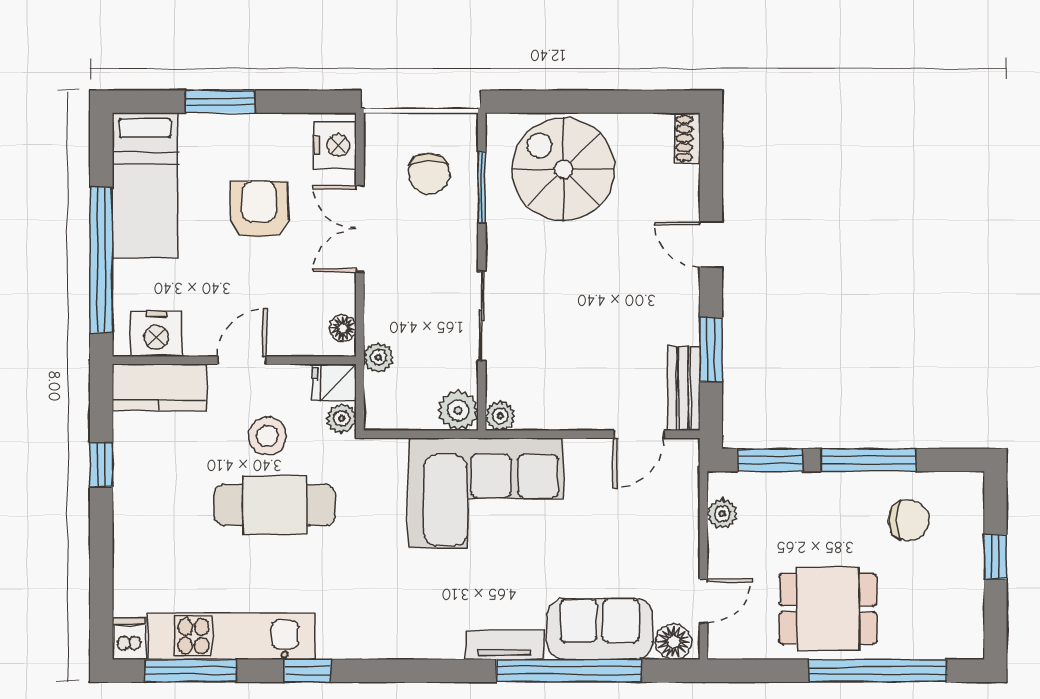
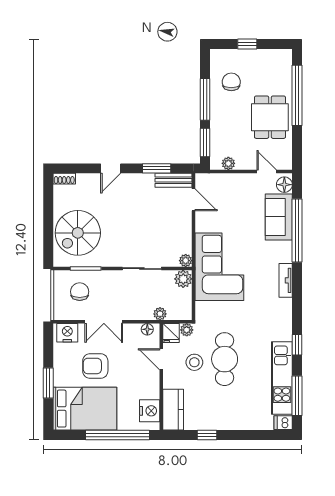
chair: (429, 174) -> (80, 292), turned -90
bed: (145, 186) -> (85, 409), width x1.50
door: (242, 360) -> (161, 359), moved
tv unit: (505, 645) -> (286, 280), moved

